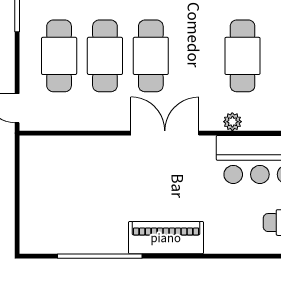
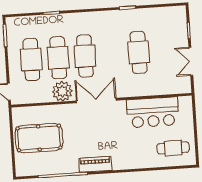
plant: (232, 122) -> (62, 91), moved, width x1.88, depth x1.88
pool table: (63, 190) -> (39, 138), added
piano: (166, 238) -> (95, 164), width x0.73, depth x0.75

